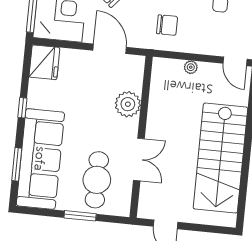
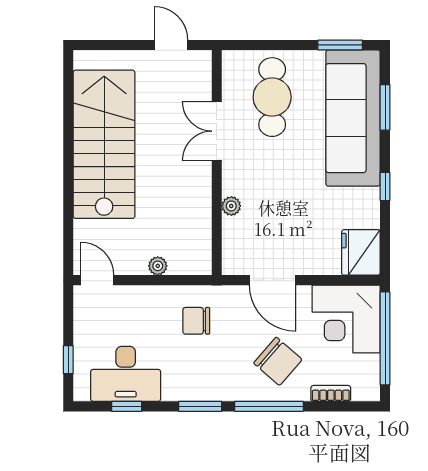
plant: (128, 104) -> (231, 206), width x0.53, depth x0.53
window: (80, 216) -> (340, 45), moved

